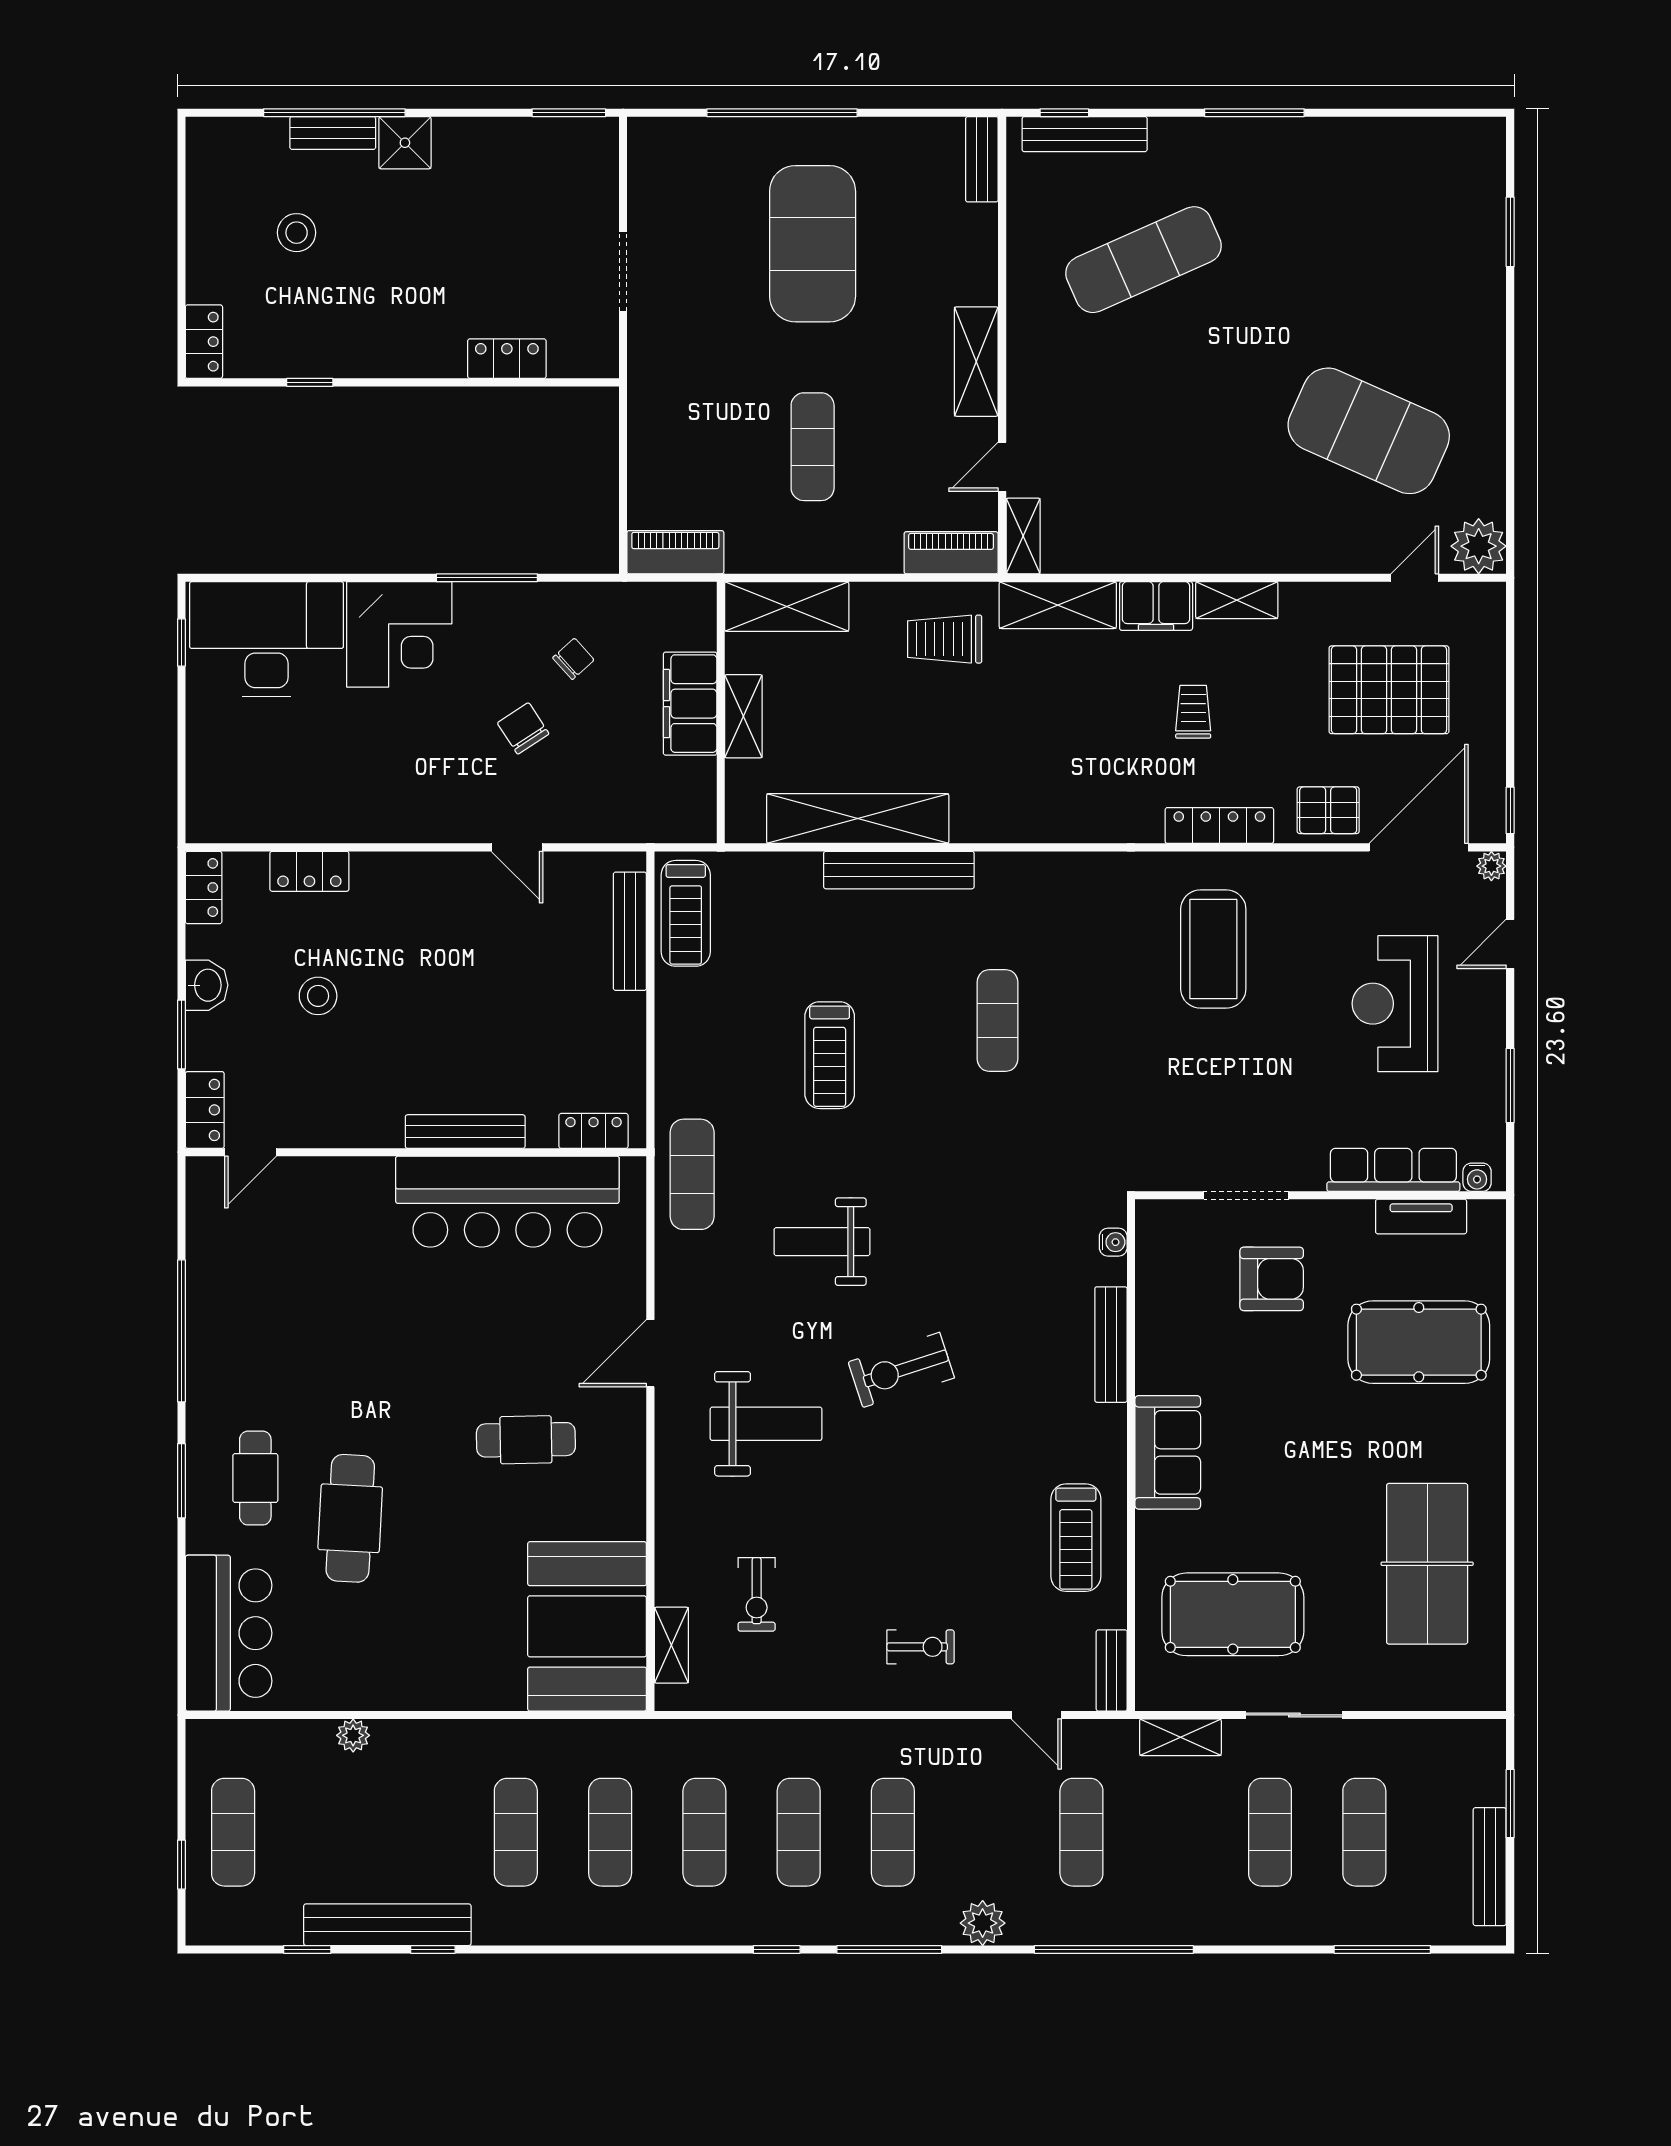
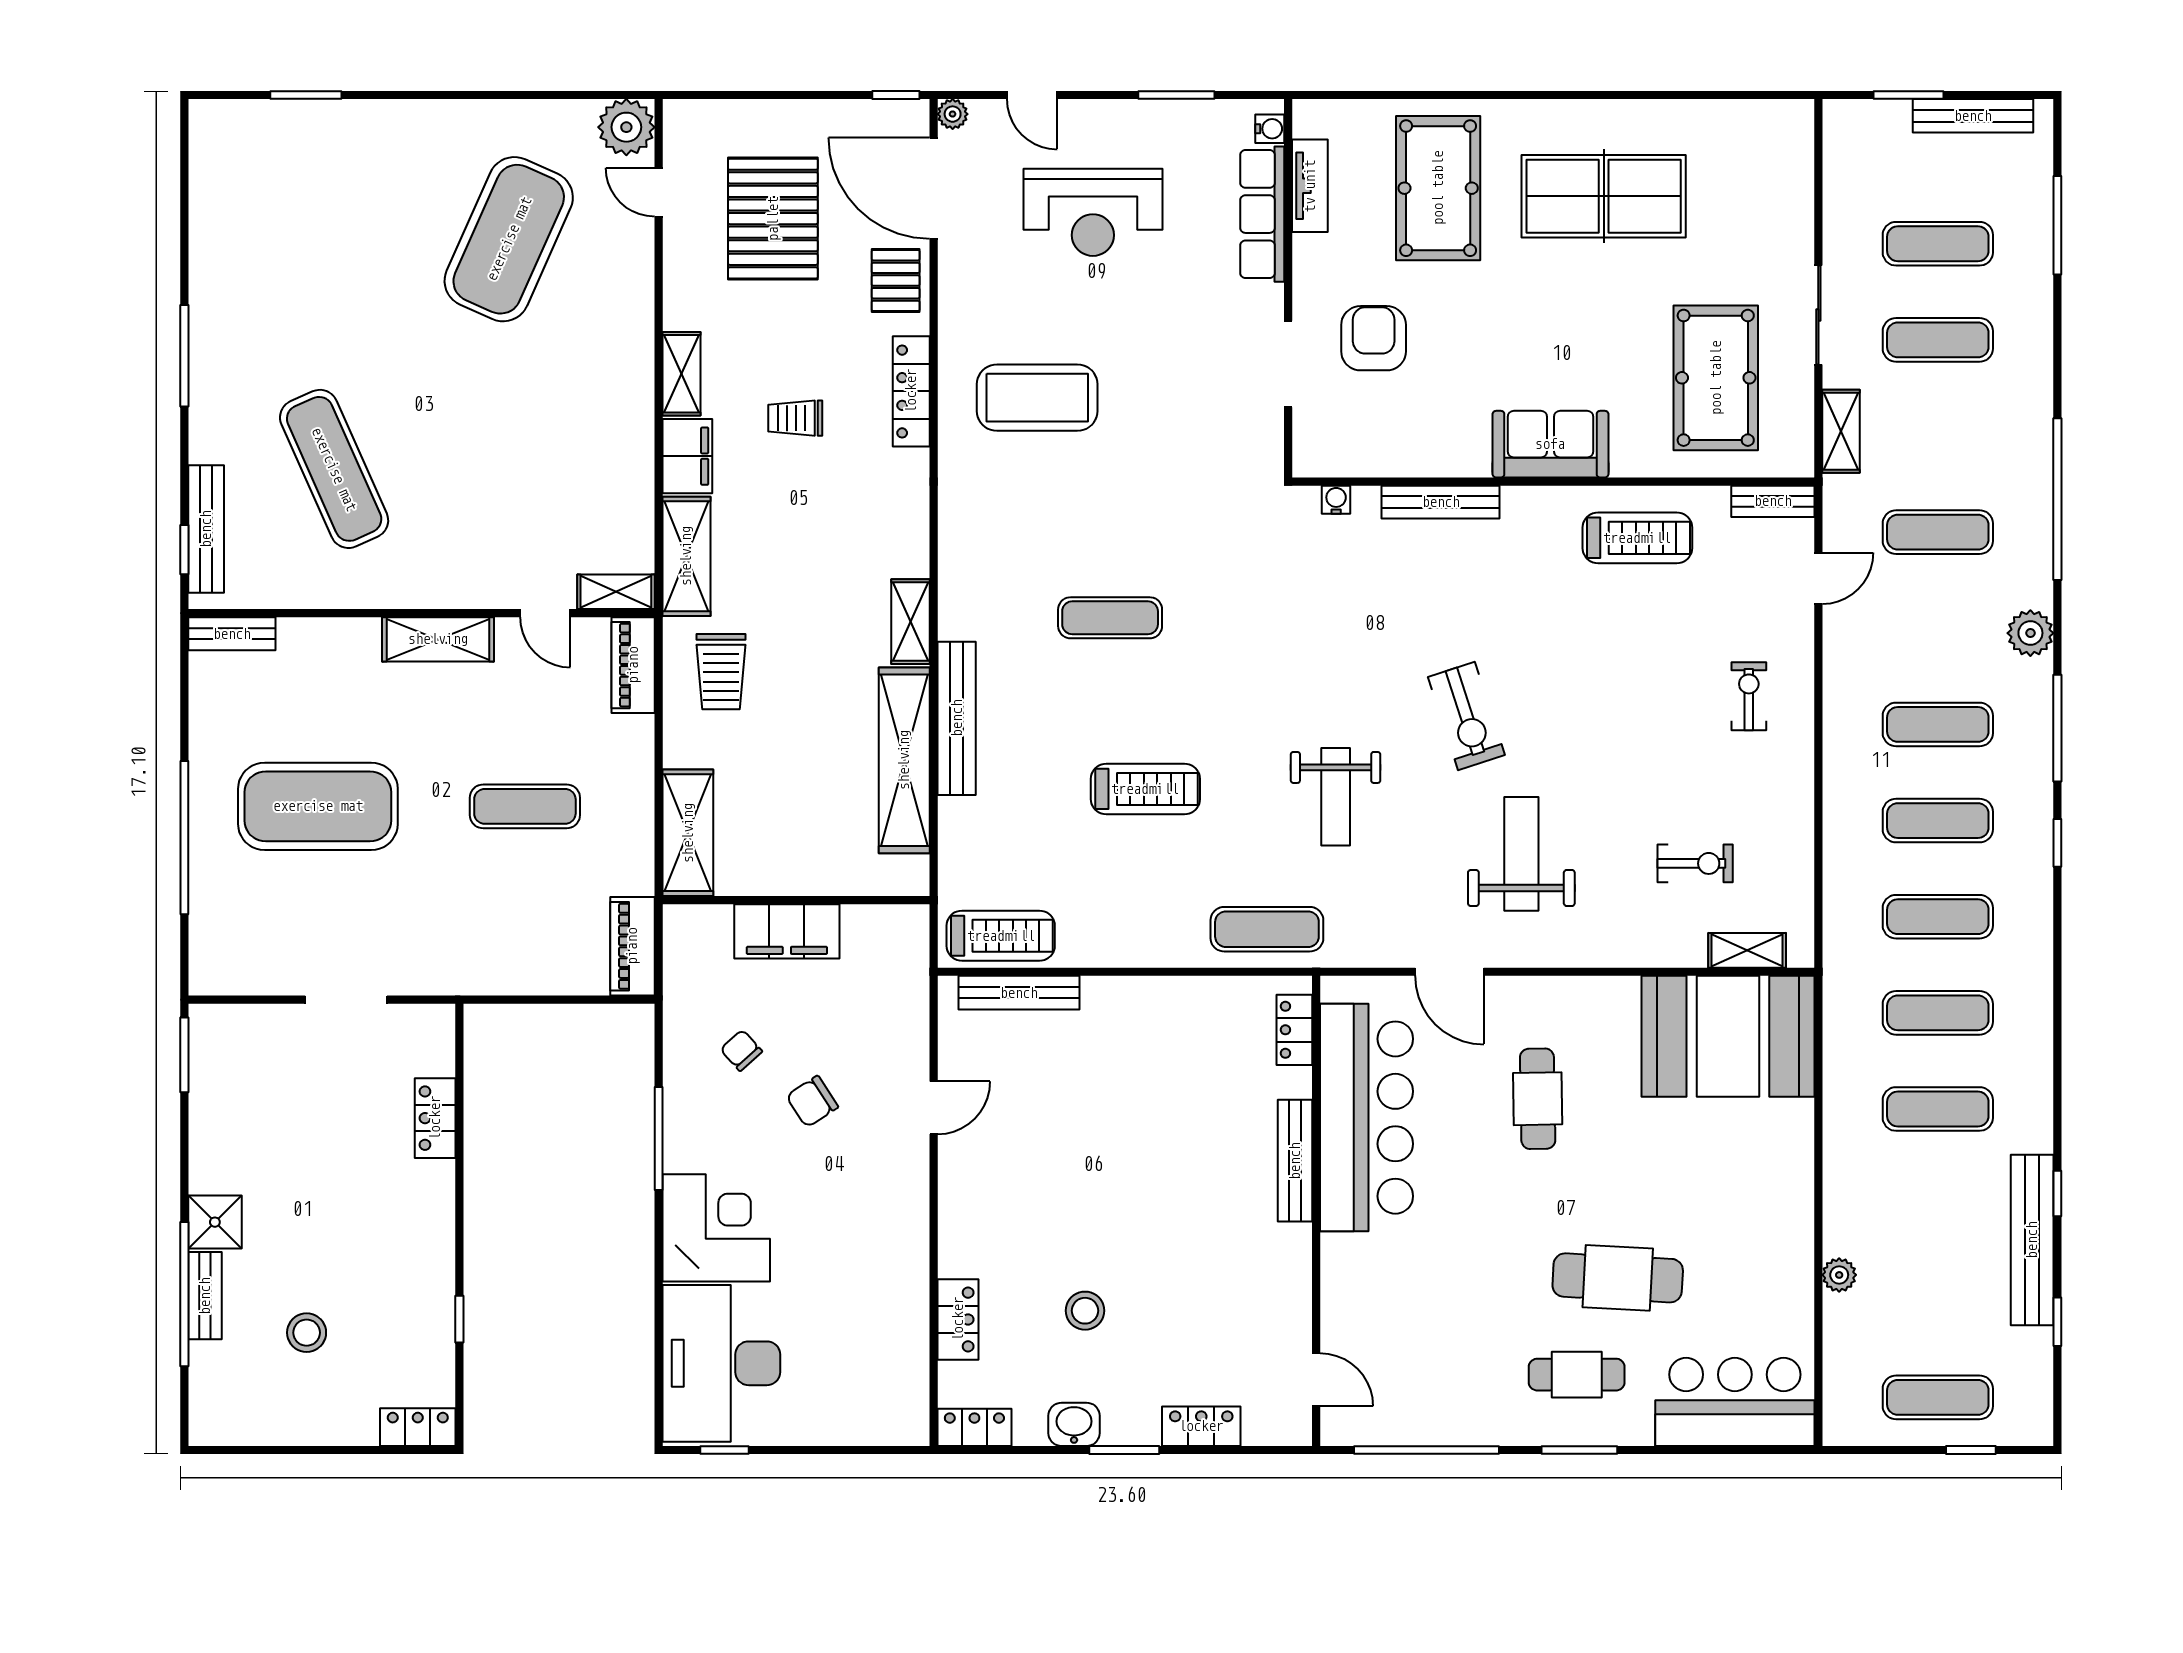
shelving: (743, 716) -> (910, 622), moved, turned 90
locker: (594, 1131) -> (1294, 1030), moved
bench: (465, 1132) -> (1295, 1161), moved
door: (250, 1152) -> (1316, 1380), moved
wall: (416, 1152) -> (1316, 1211), moved
bar counter: (507, 1202) -> (1367, 1118), moved
table tennis table: (1427, 1564) -> (1604, 196), moved

